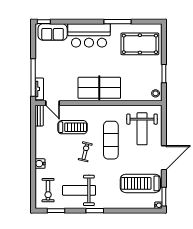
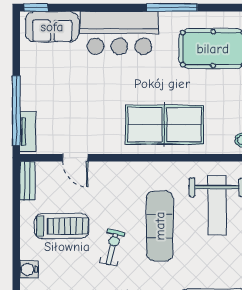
table tennis table: (99, 88) -> (165, 125), moved
door: (53, 103) -> (75, 158), moved
treadmill: (72, 127) -> (62, 226), moved

